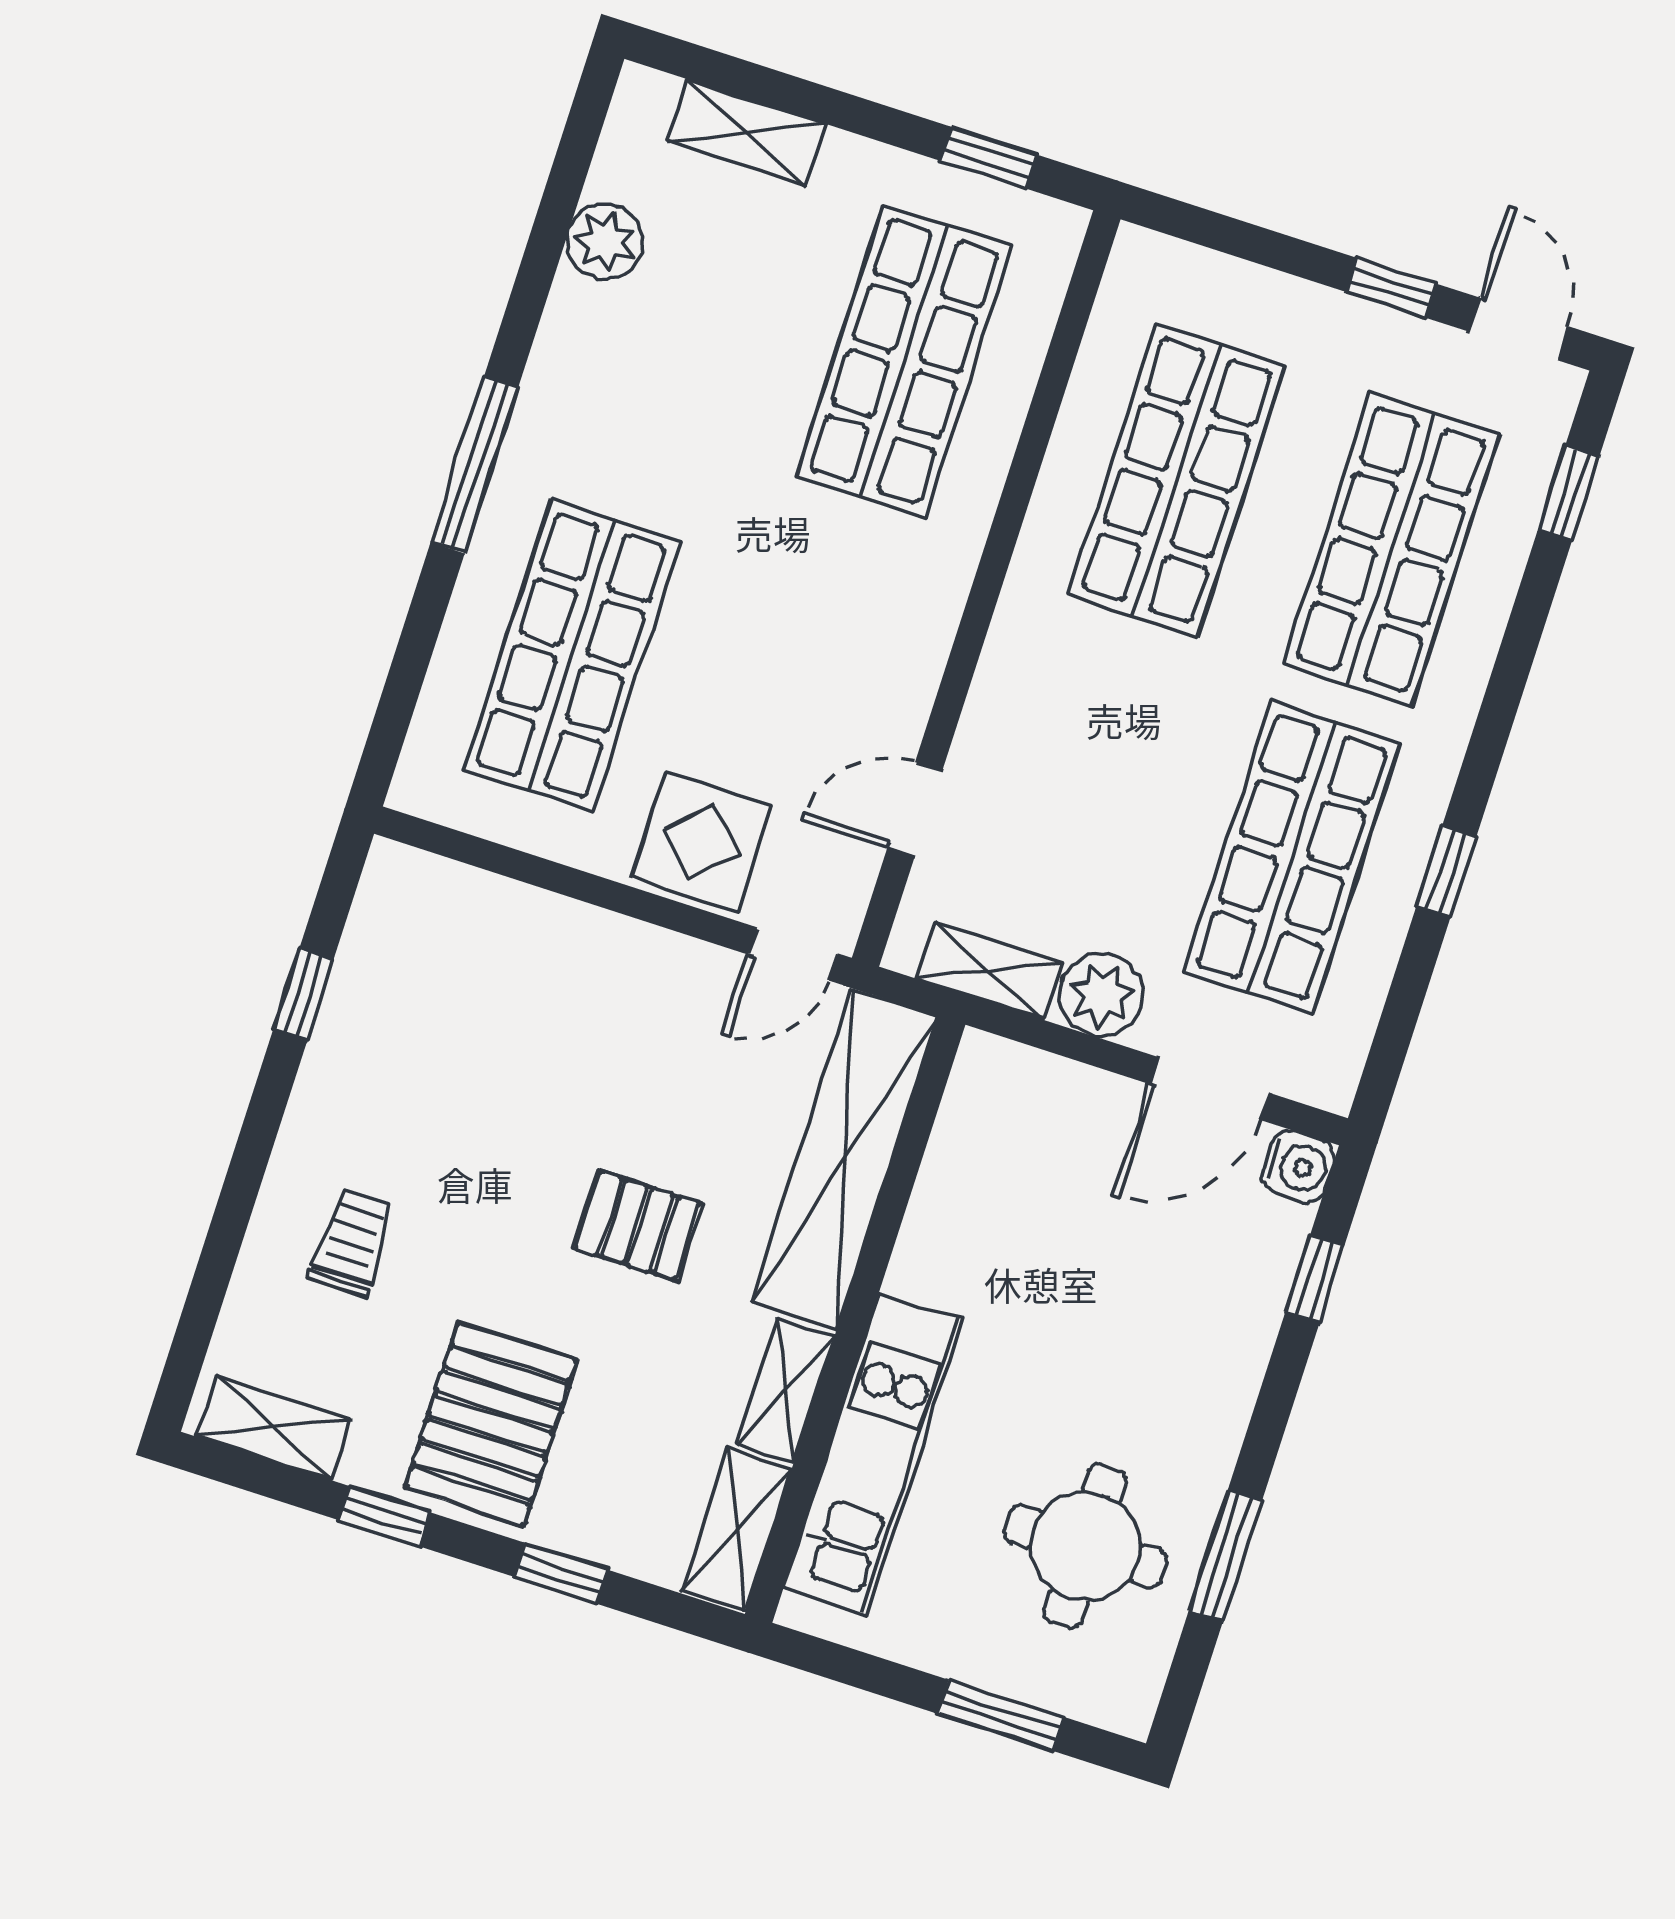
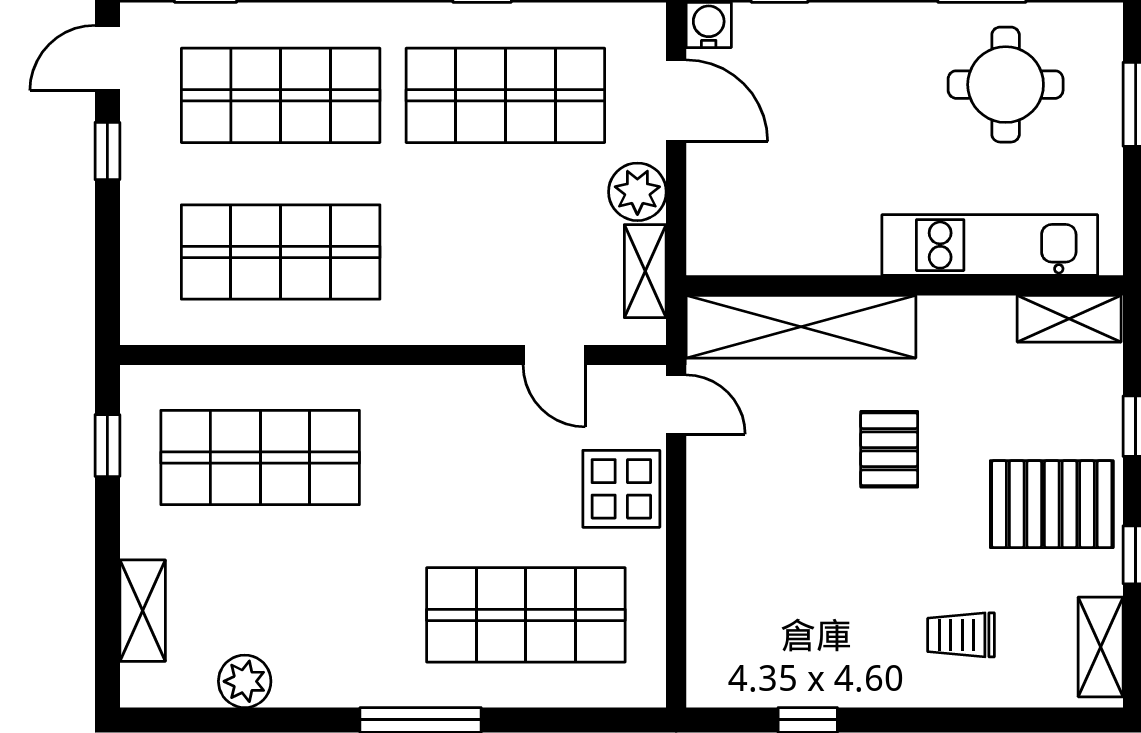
shelving: (785, 1390) -> (966, 316), removed

